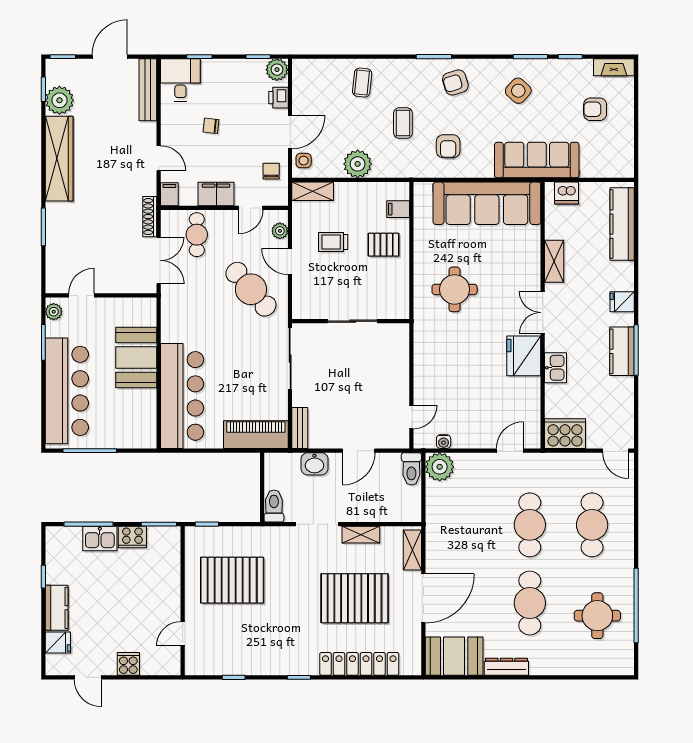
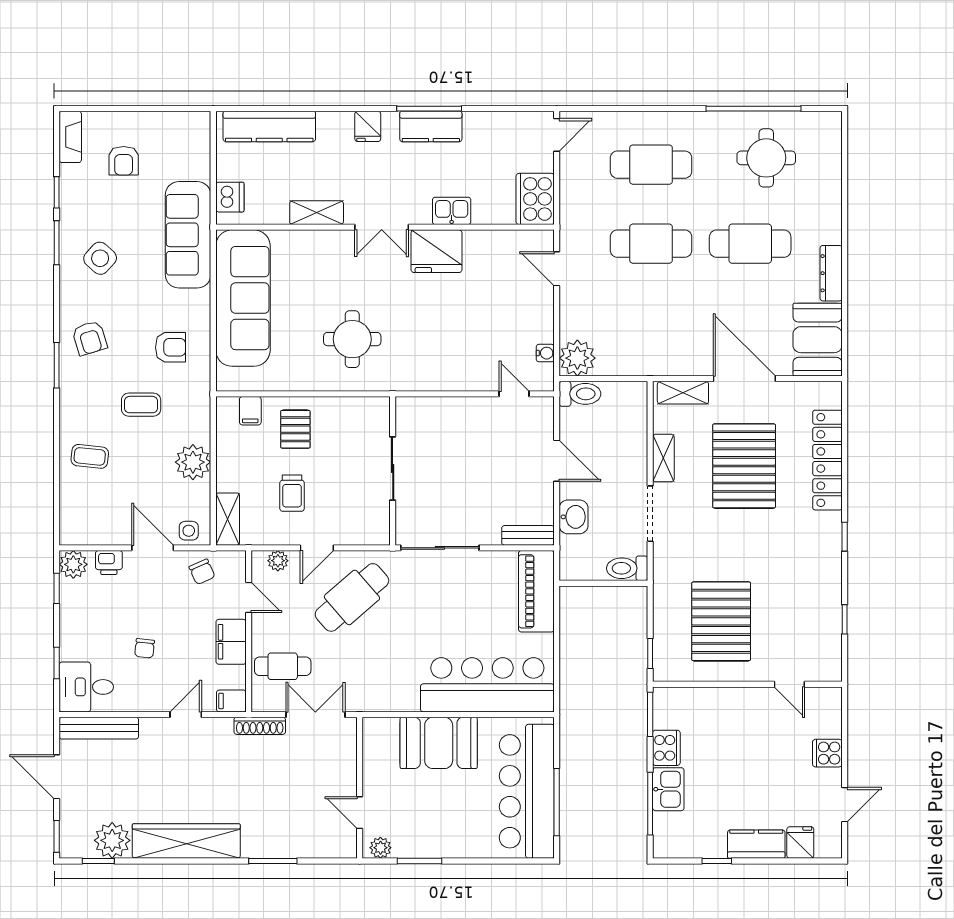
chair: (271, 171) -> (202, 572), turned -114
bar counter: (67, 391) -> (527, 791), moved, turned -90

